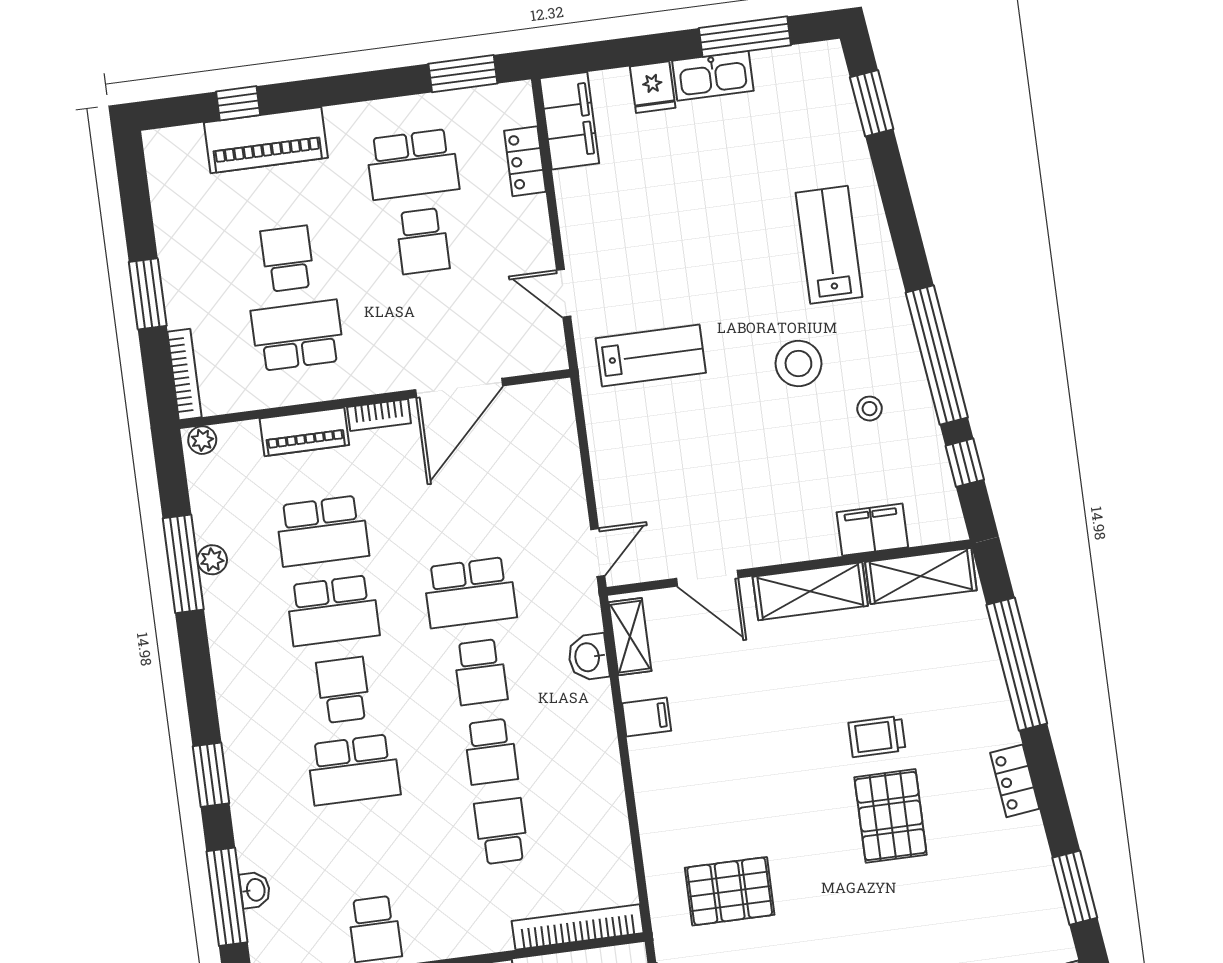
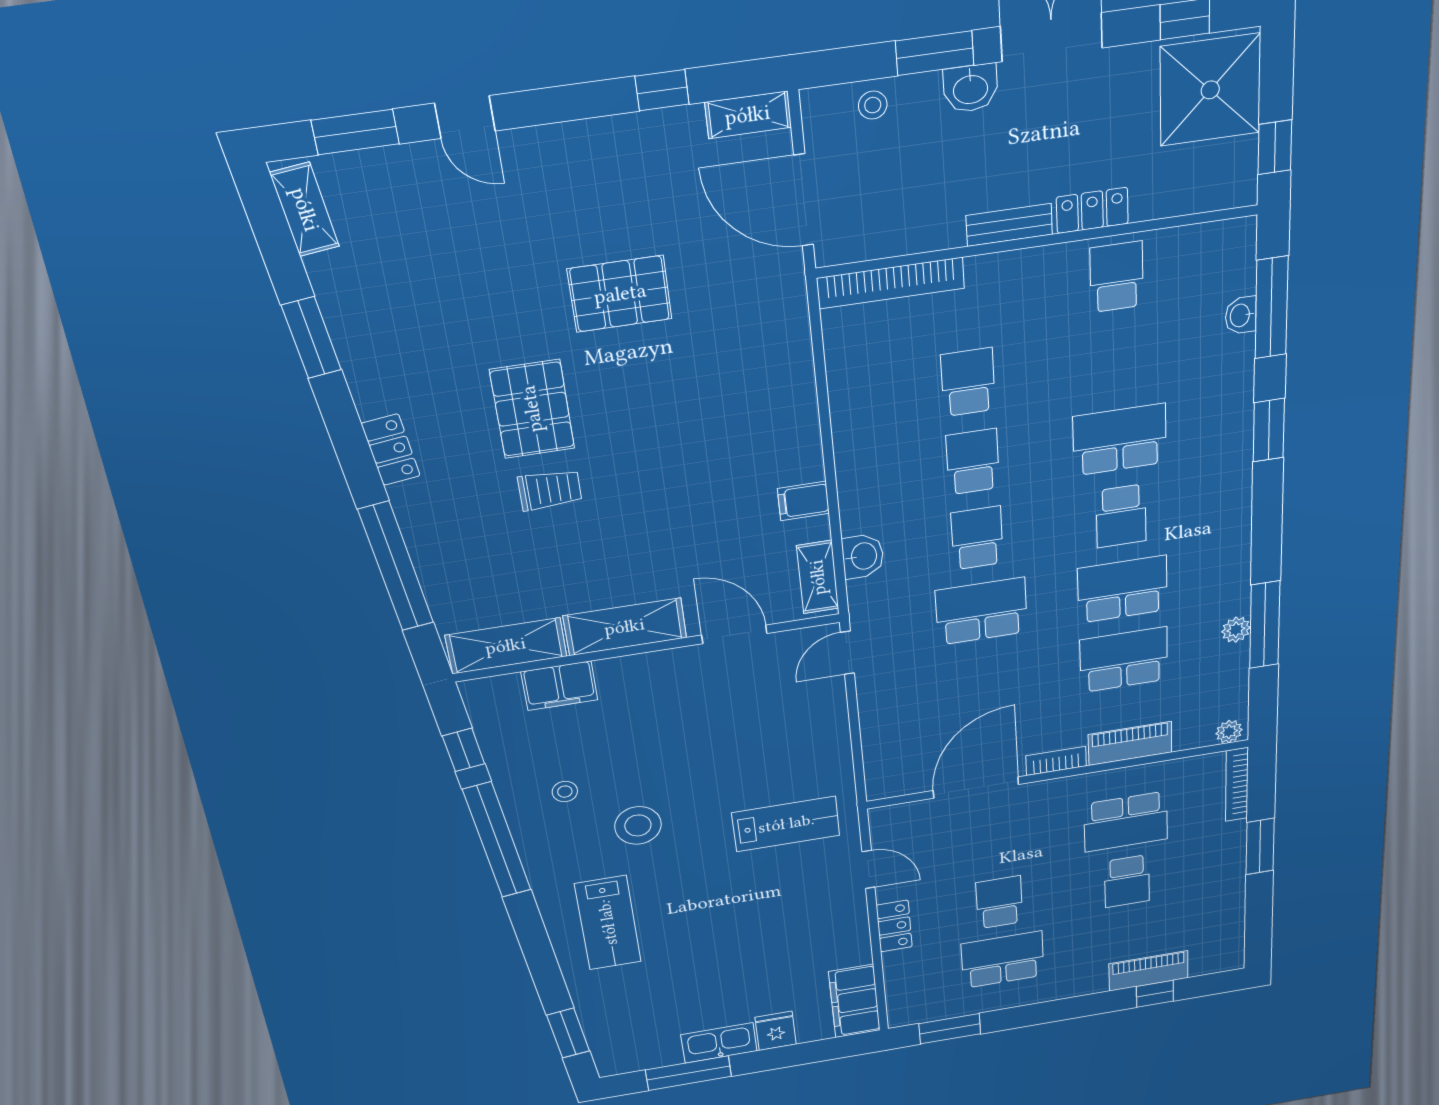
piano: (266, 140) -> (1148, 971), width x0.73, depth x0.75
locker: (525, 161) -> (894, 926), moved
lab bench: (651, 355) -> (786, 824), turned 180
school desk: (501, 831) -> (968, 382), turned 180
pallet: (730, 891) -> (620, 294), moved

